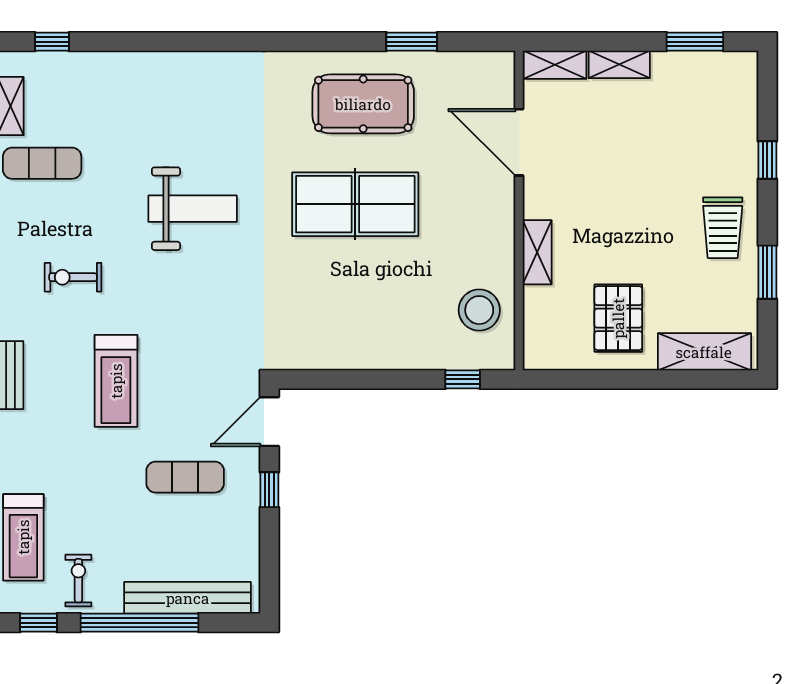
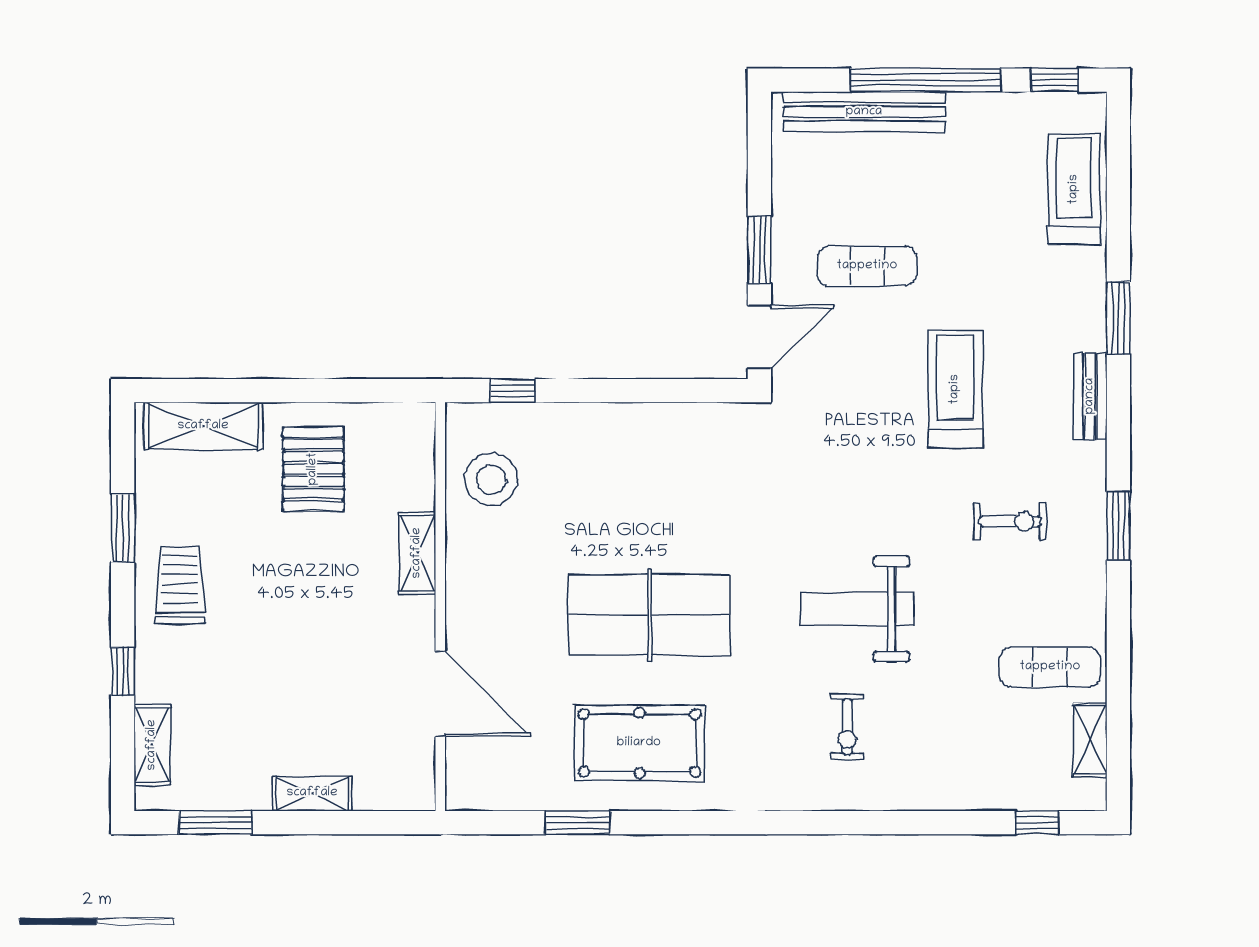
shelving: (555, 65) -> (152, 745), moved, turned 90
window: (269, 490) -> (759, 250), width x1.50
exercise bike: (78, 581) -> (847, 727), moved

